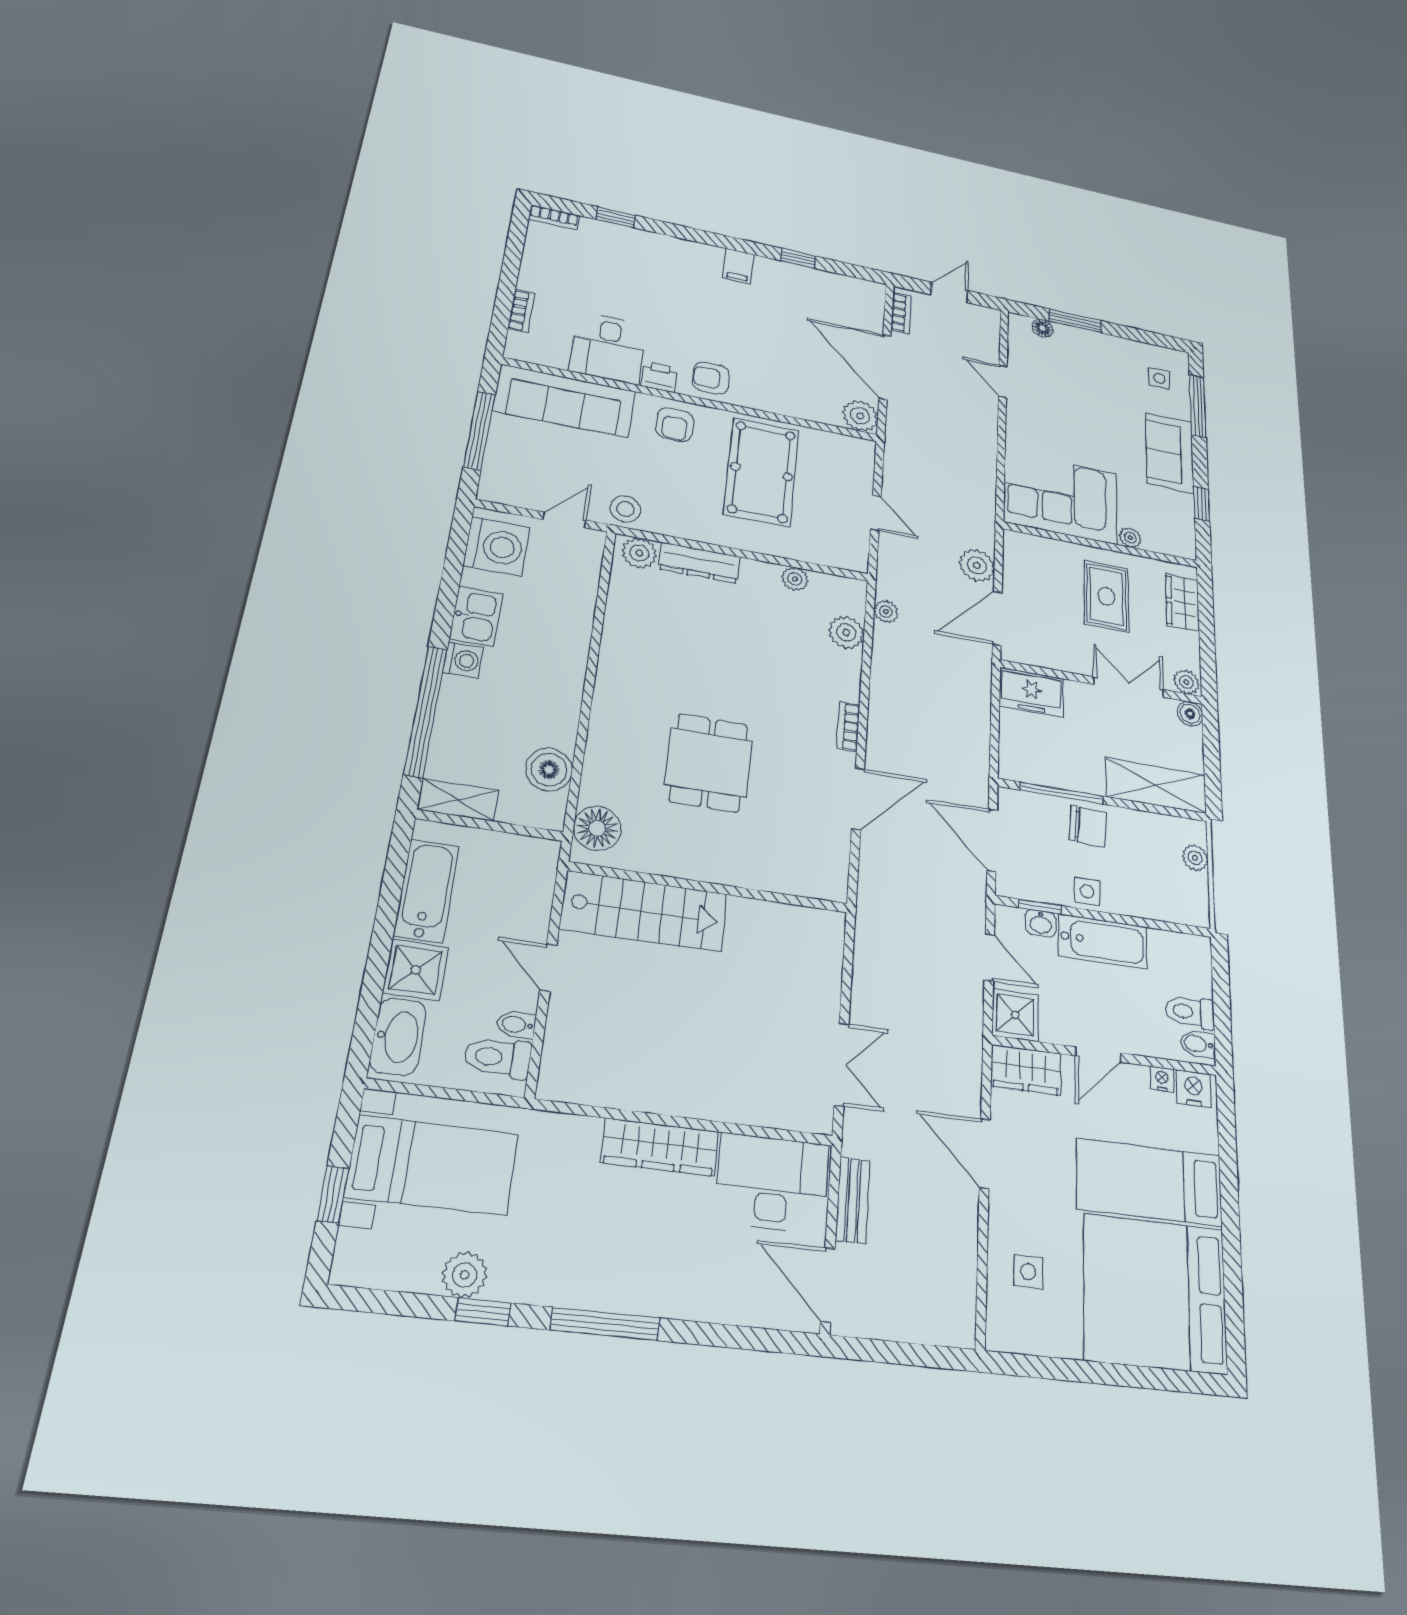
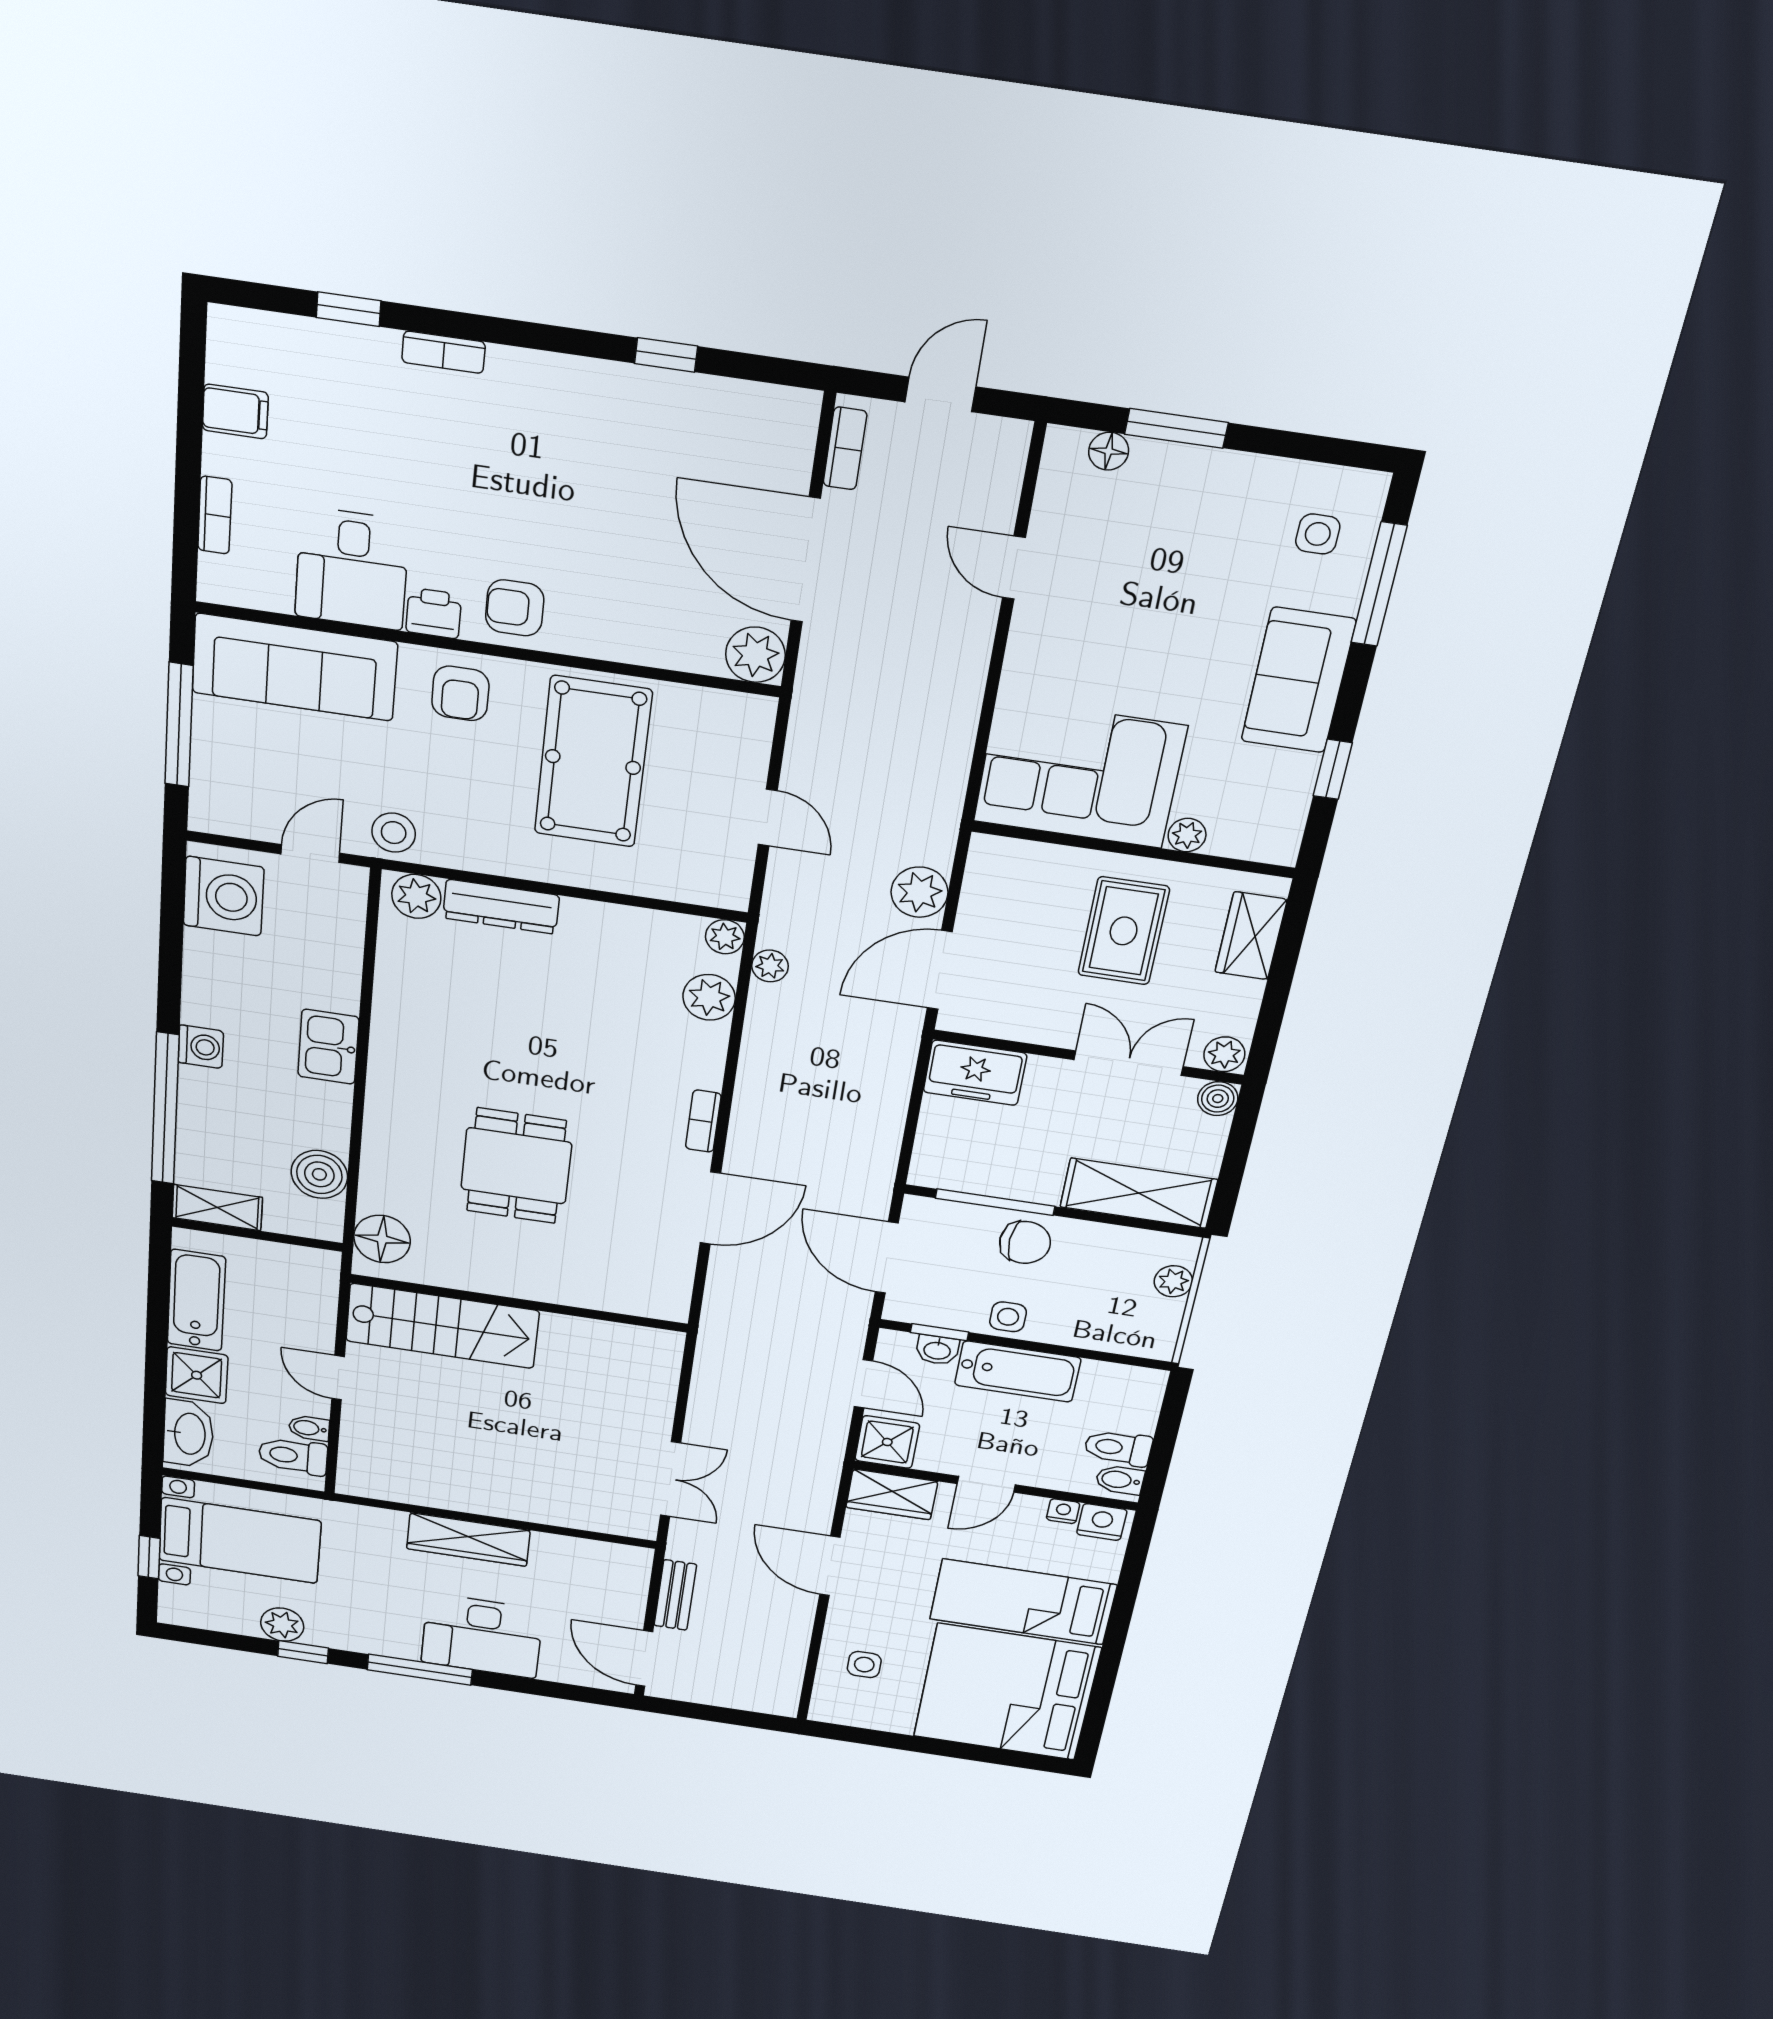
bookcase: (554, 217) -> (444, 352), moved
filing cabinet: (738, 266) -> (235, 411), moved, turned -90
plant: (795, 579) -> (725, 937), moved
kitchen sink: (476, 616) -> (328, 1047), moved, turned 180
desk: (772, 1183) -> (482, 1636), moved, turned 180

